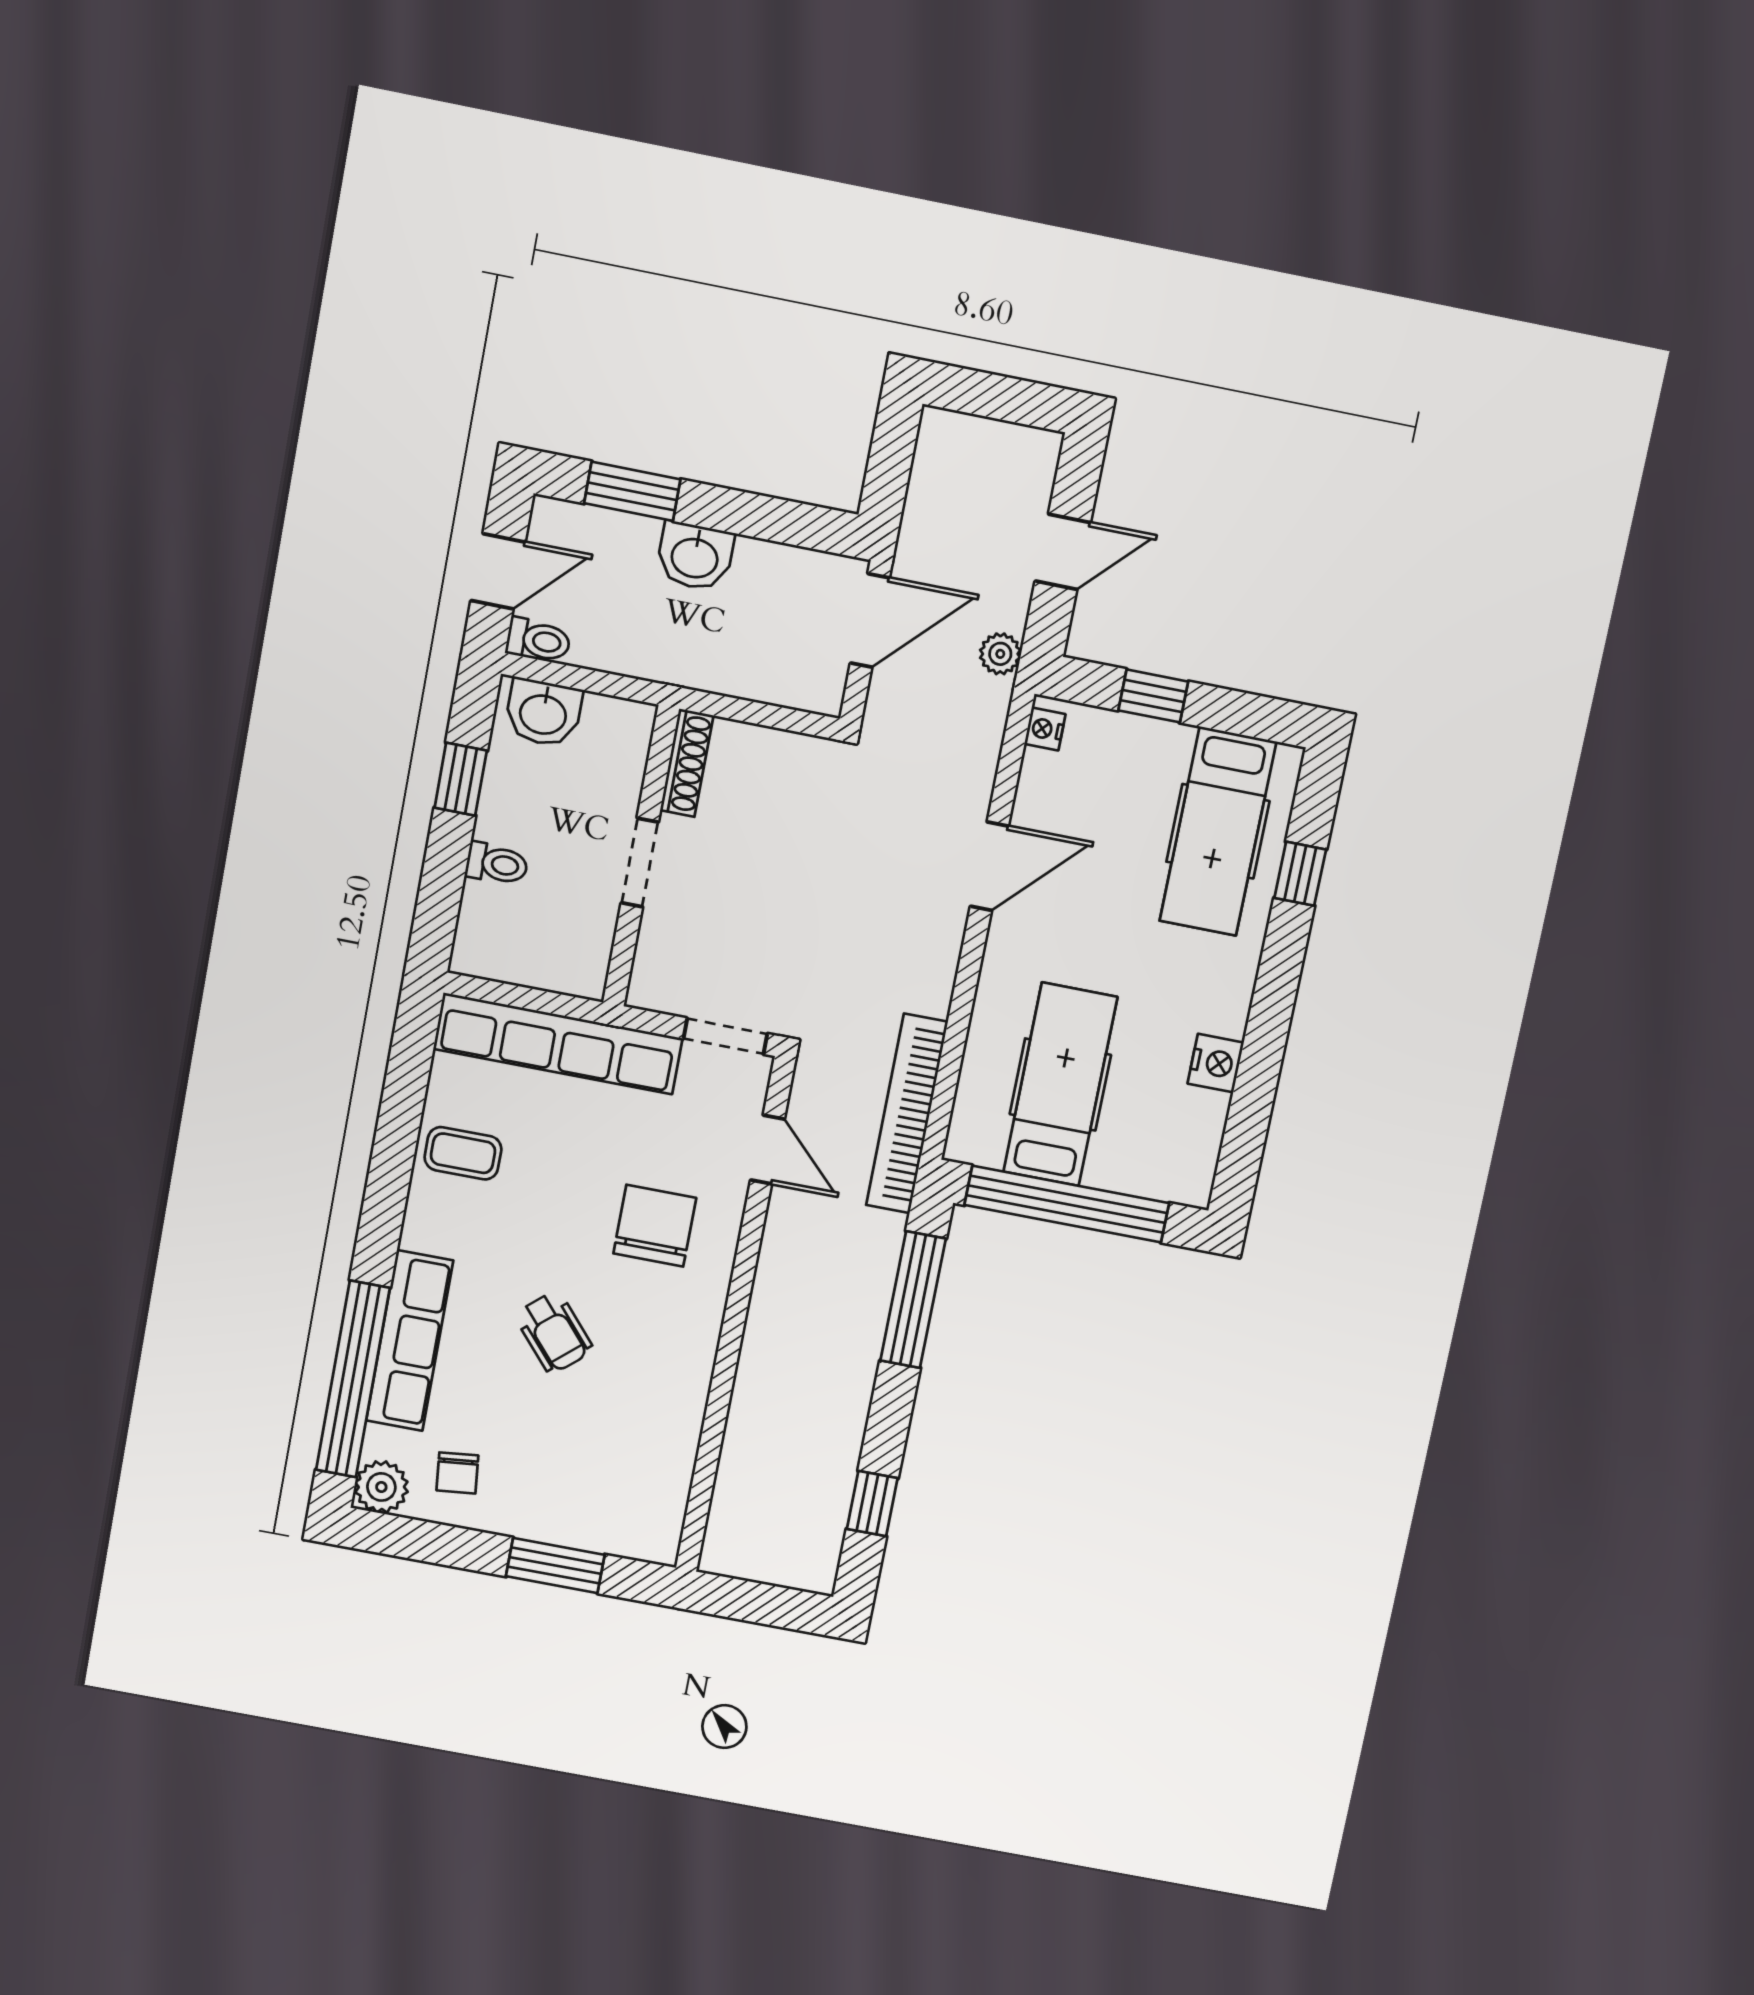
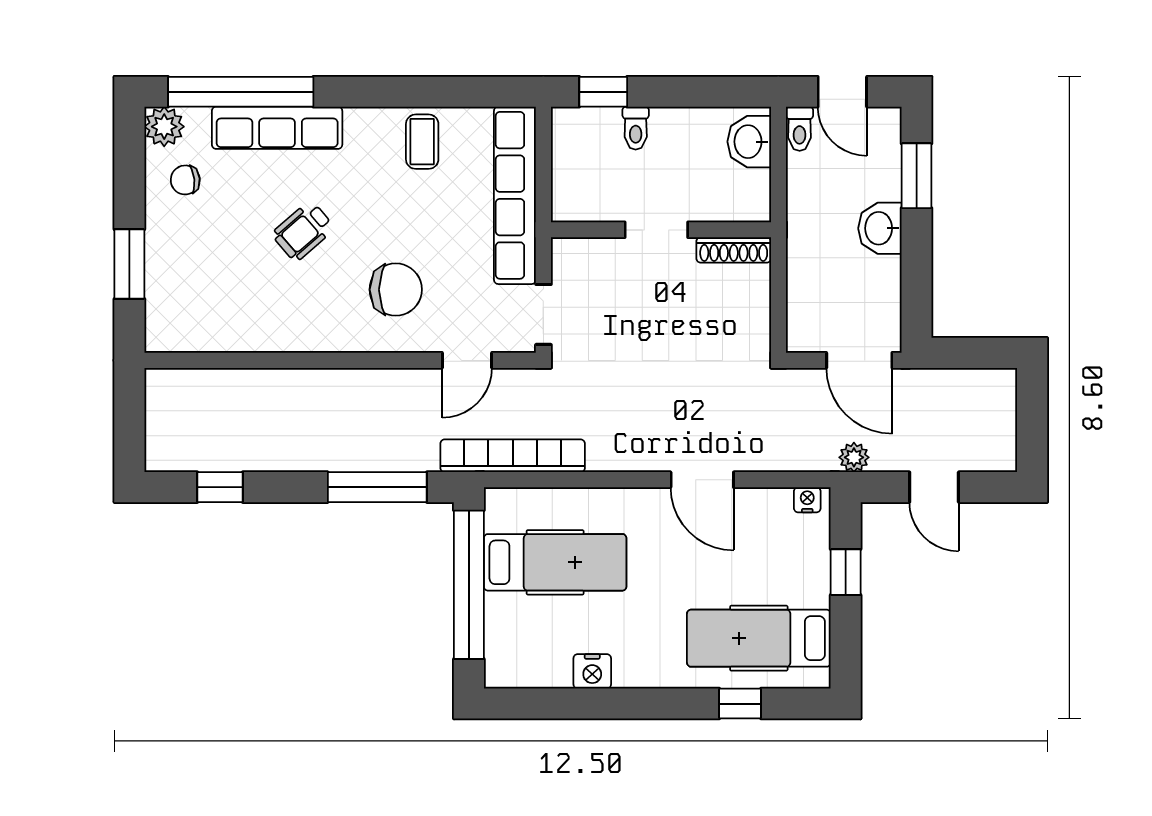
window: (461, 779) -> (603, 92), moved

